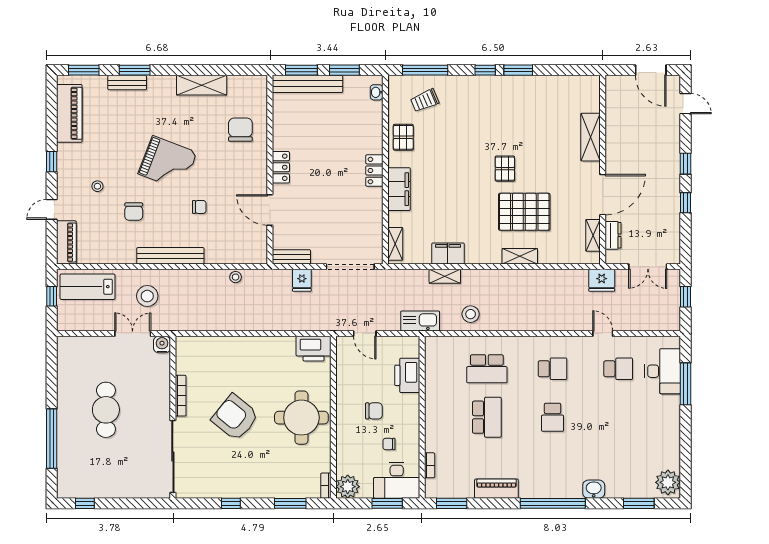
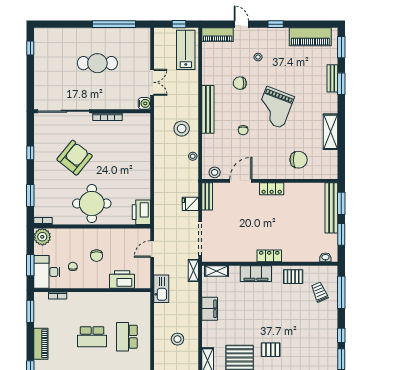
stool: (258, 247) -> (215, 172), added
shelving: (445, 276) -> (193, 270), moved
stool: (147, 296) -> (182, 129), moved
stool: (471, 314) -> (177, 339), moved
armchair: (235, 418) -> (75, 158), moved
window: (52, 439) -> (114, 24), moved

